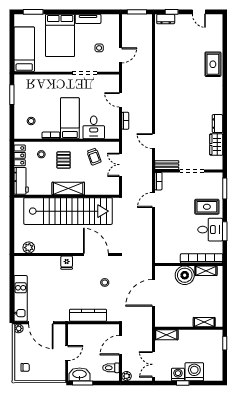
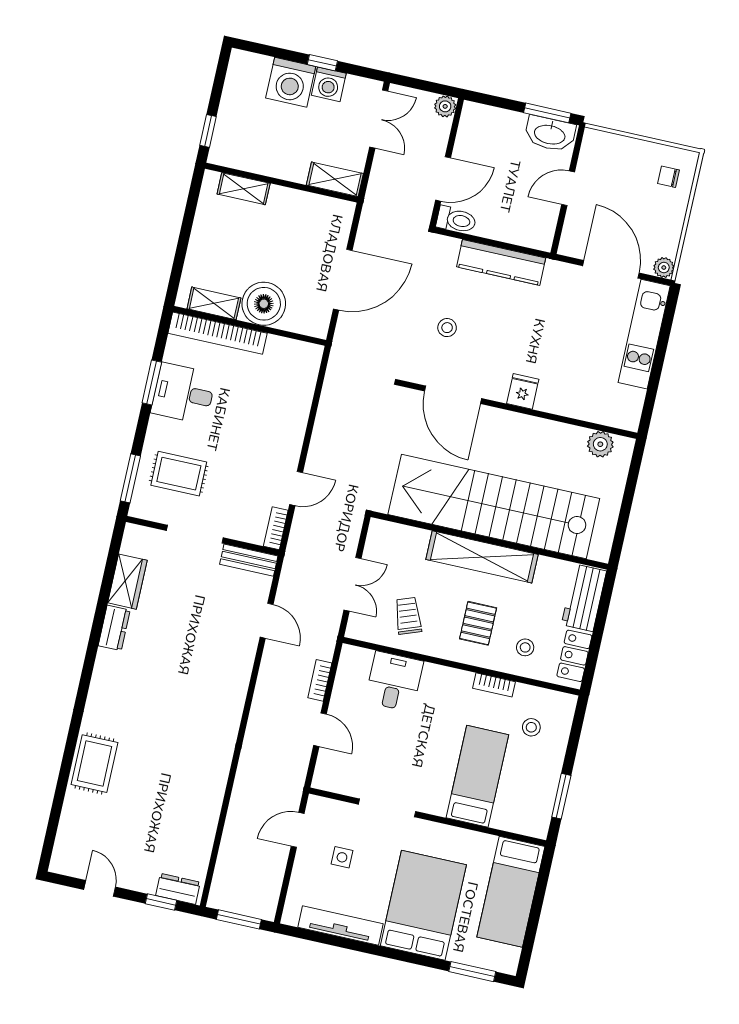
tv unit: (88, 19) -> (341, 926), width x1.41
bed: (70, 118) -> (477, 776), moved, turned 180
shelving: (68, 189) -> (482, 557), width x1.47
rug: (207, 207) -> (179, 474), moved
toilet: (111, 368) -> (456, 220), moved

